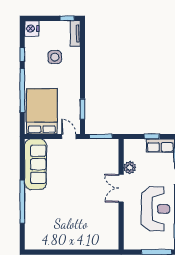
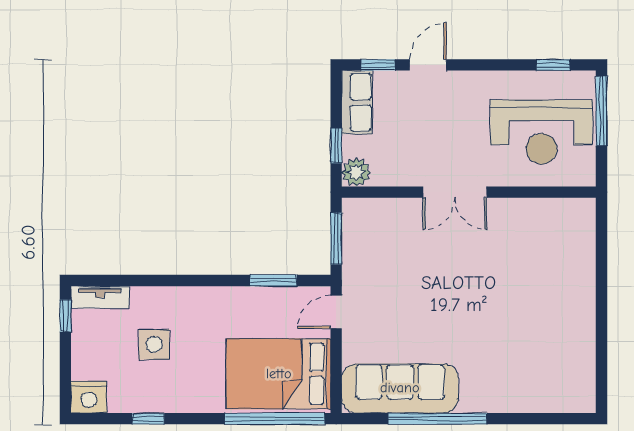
window: (22, 90) -> (275, 419), moved
window: (152, 136) -> (336, 146), moved
plant: (130, 167) -> (356, 172), moved
window: (22, 202) -> (438, 419), moved
reception desk: (155, 209) -> (542, 132), moved, turned 180

